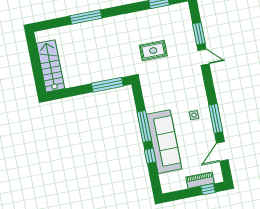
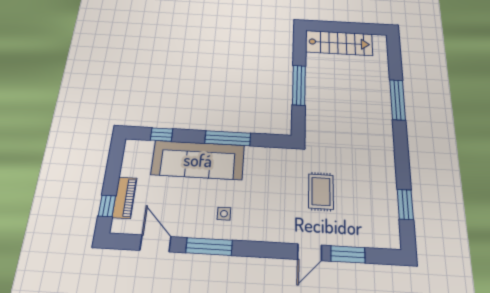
rug: (153, 51) -> (321, 191), moved
window: (107, 85) -> (299, 85), moved
window: (150, 156) -> (162, 135), moved

